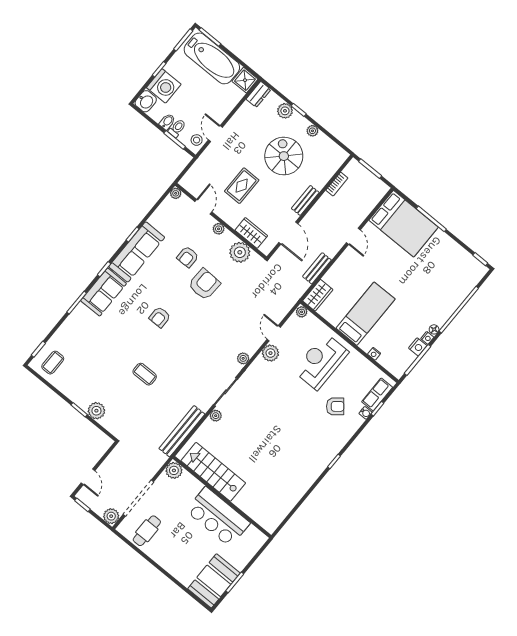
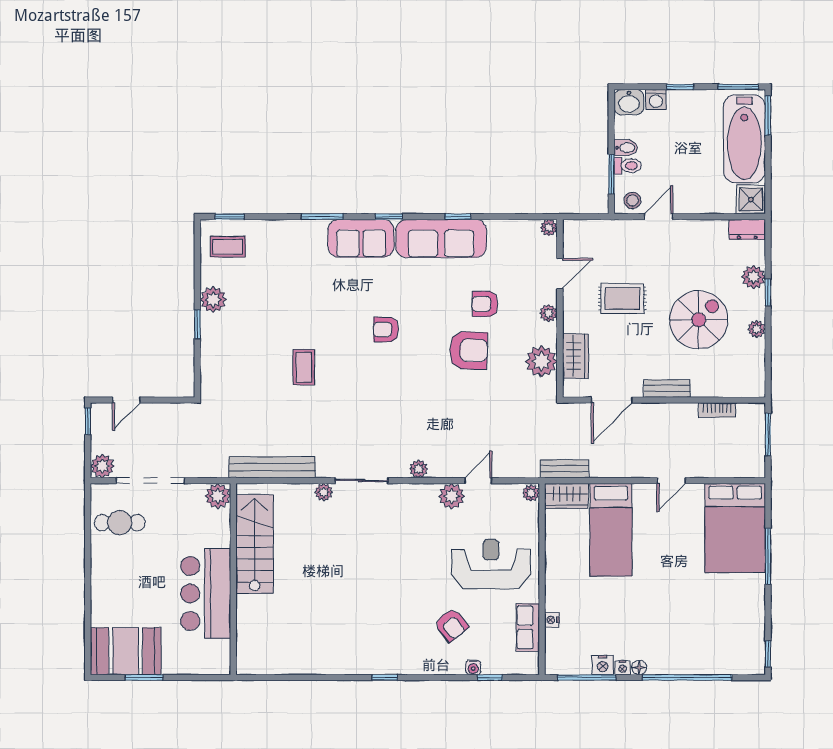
washing machine: (164, 86) -> (656, 100), width x0.53, depth x0.53
bench: (317, 268) -> (565, 469), moved
bed: (366, 314) -> (611, 530), moved, turned 90
row of seats: (377, 394) -> (528, 627), moved, turned -90
plant: (96, 411) -> (213, 300), moved

